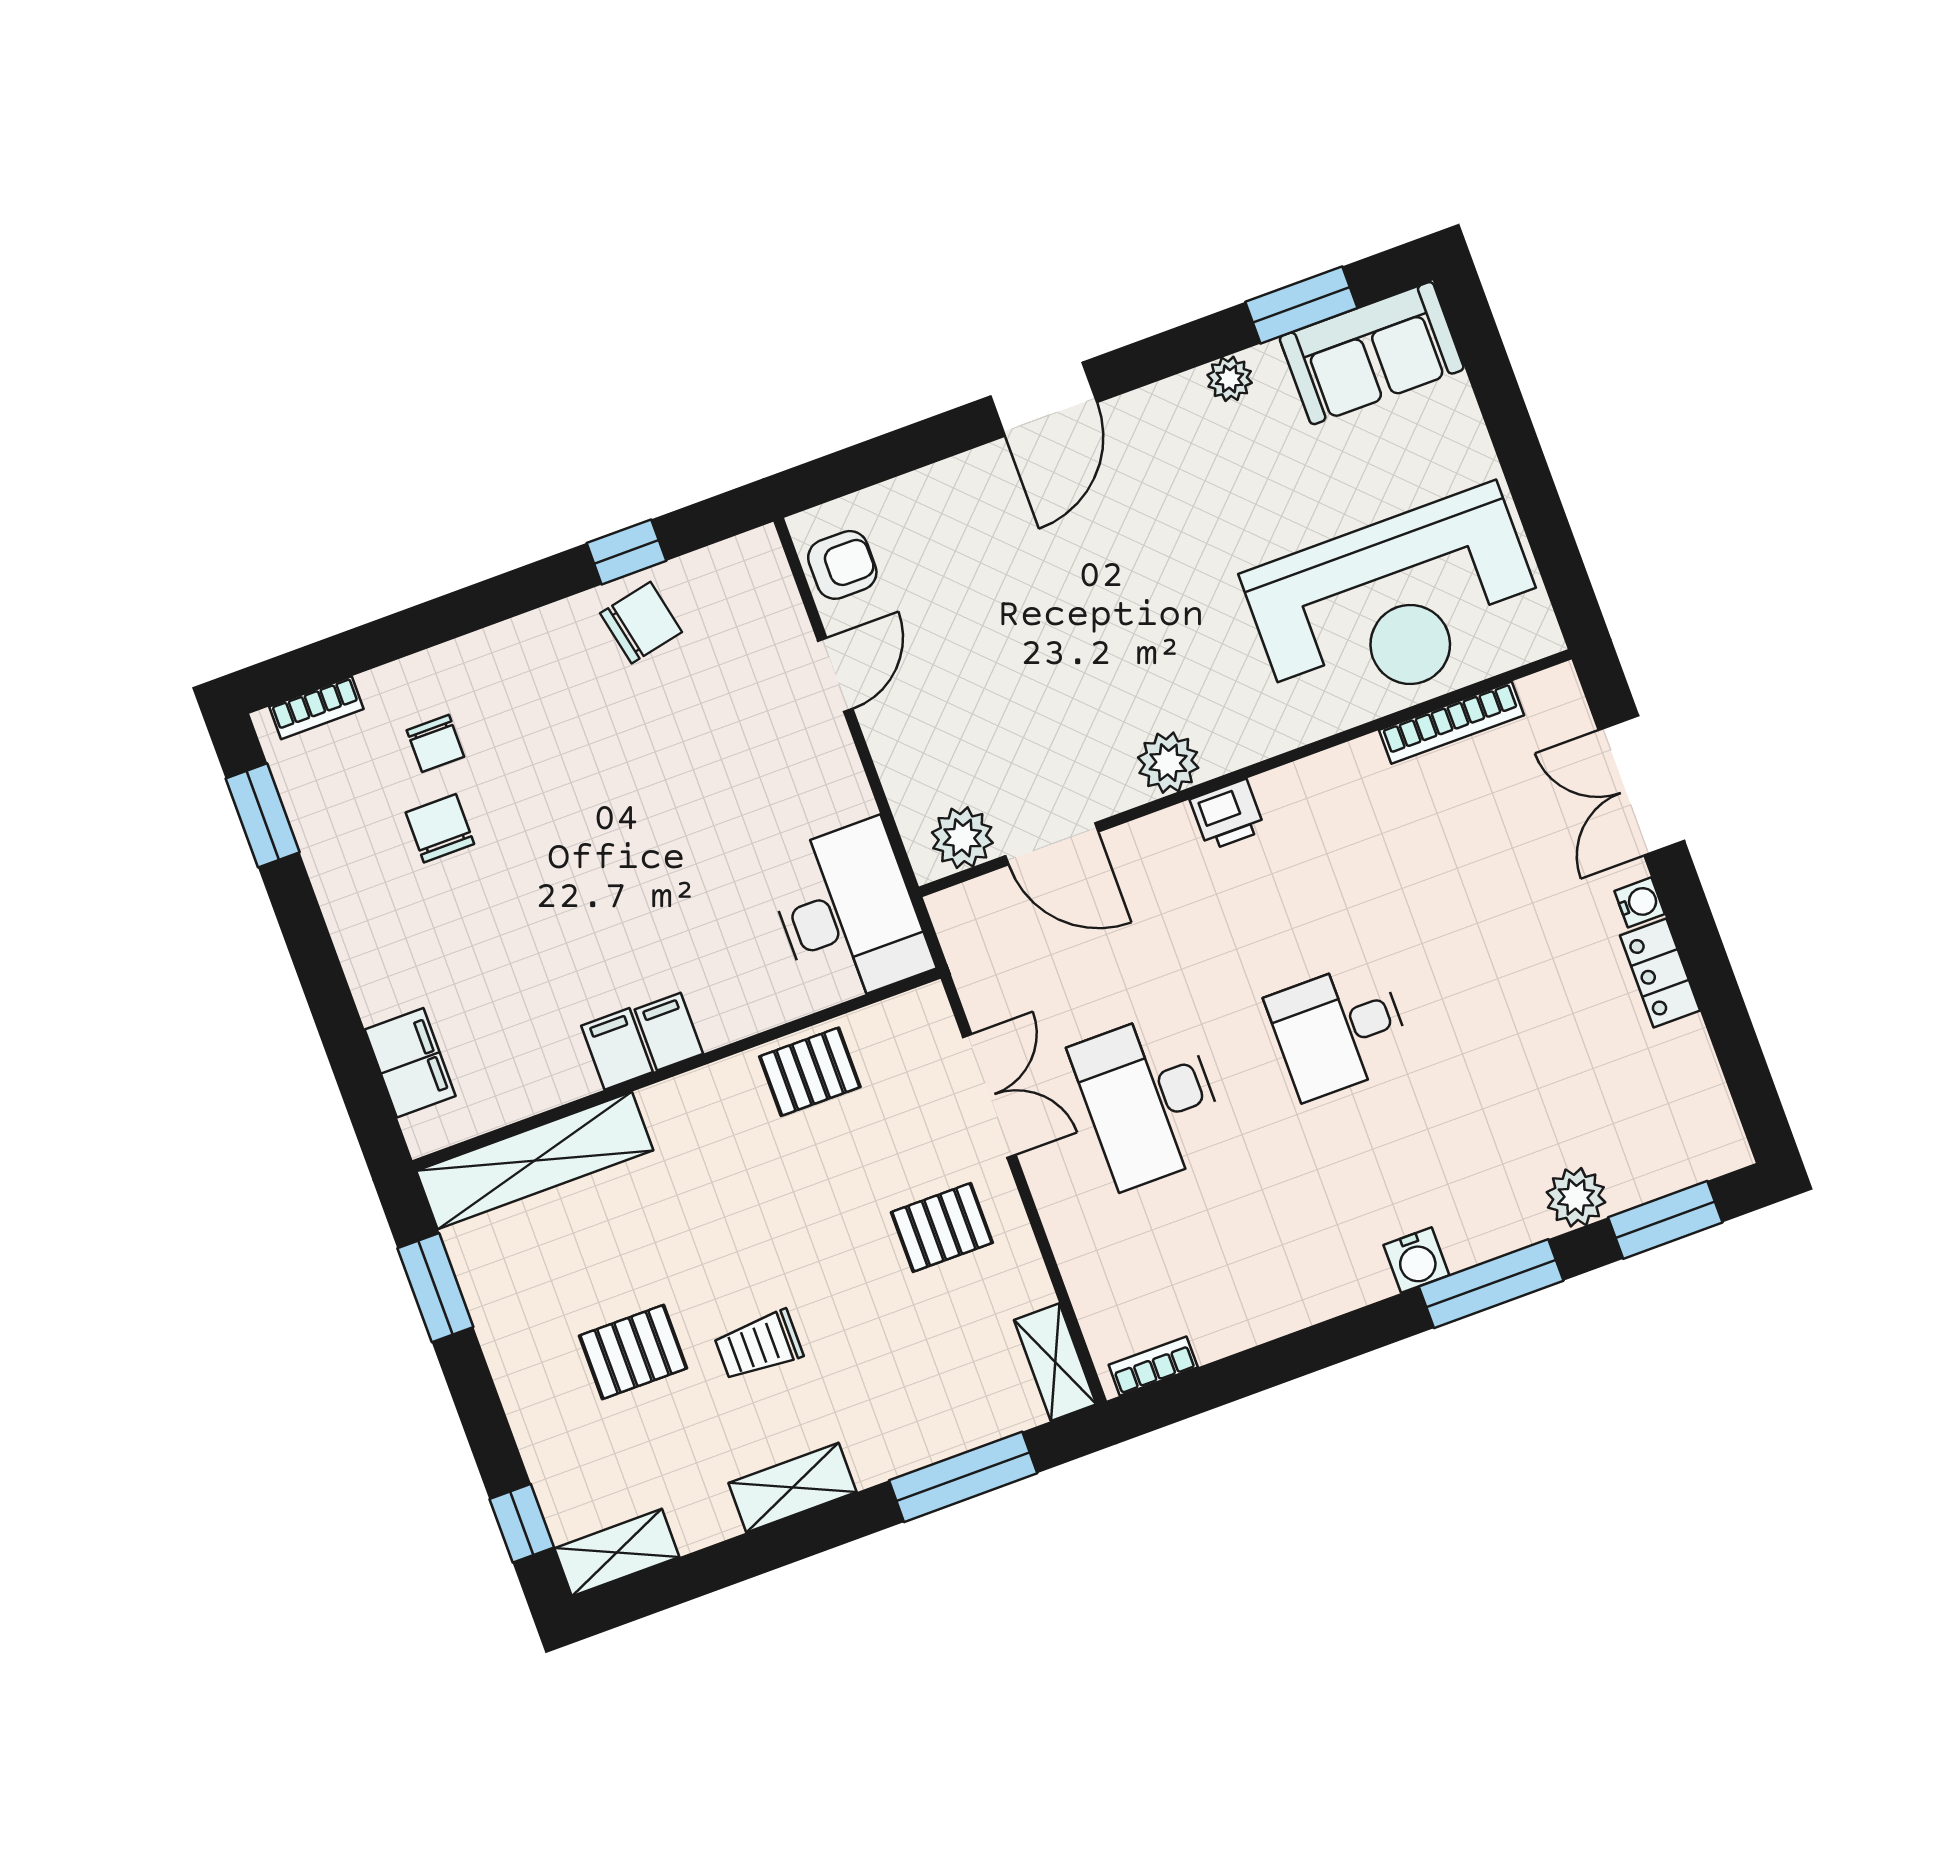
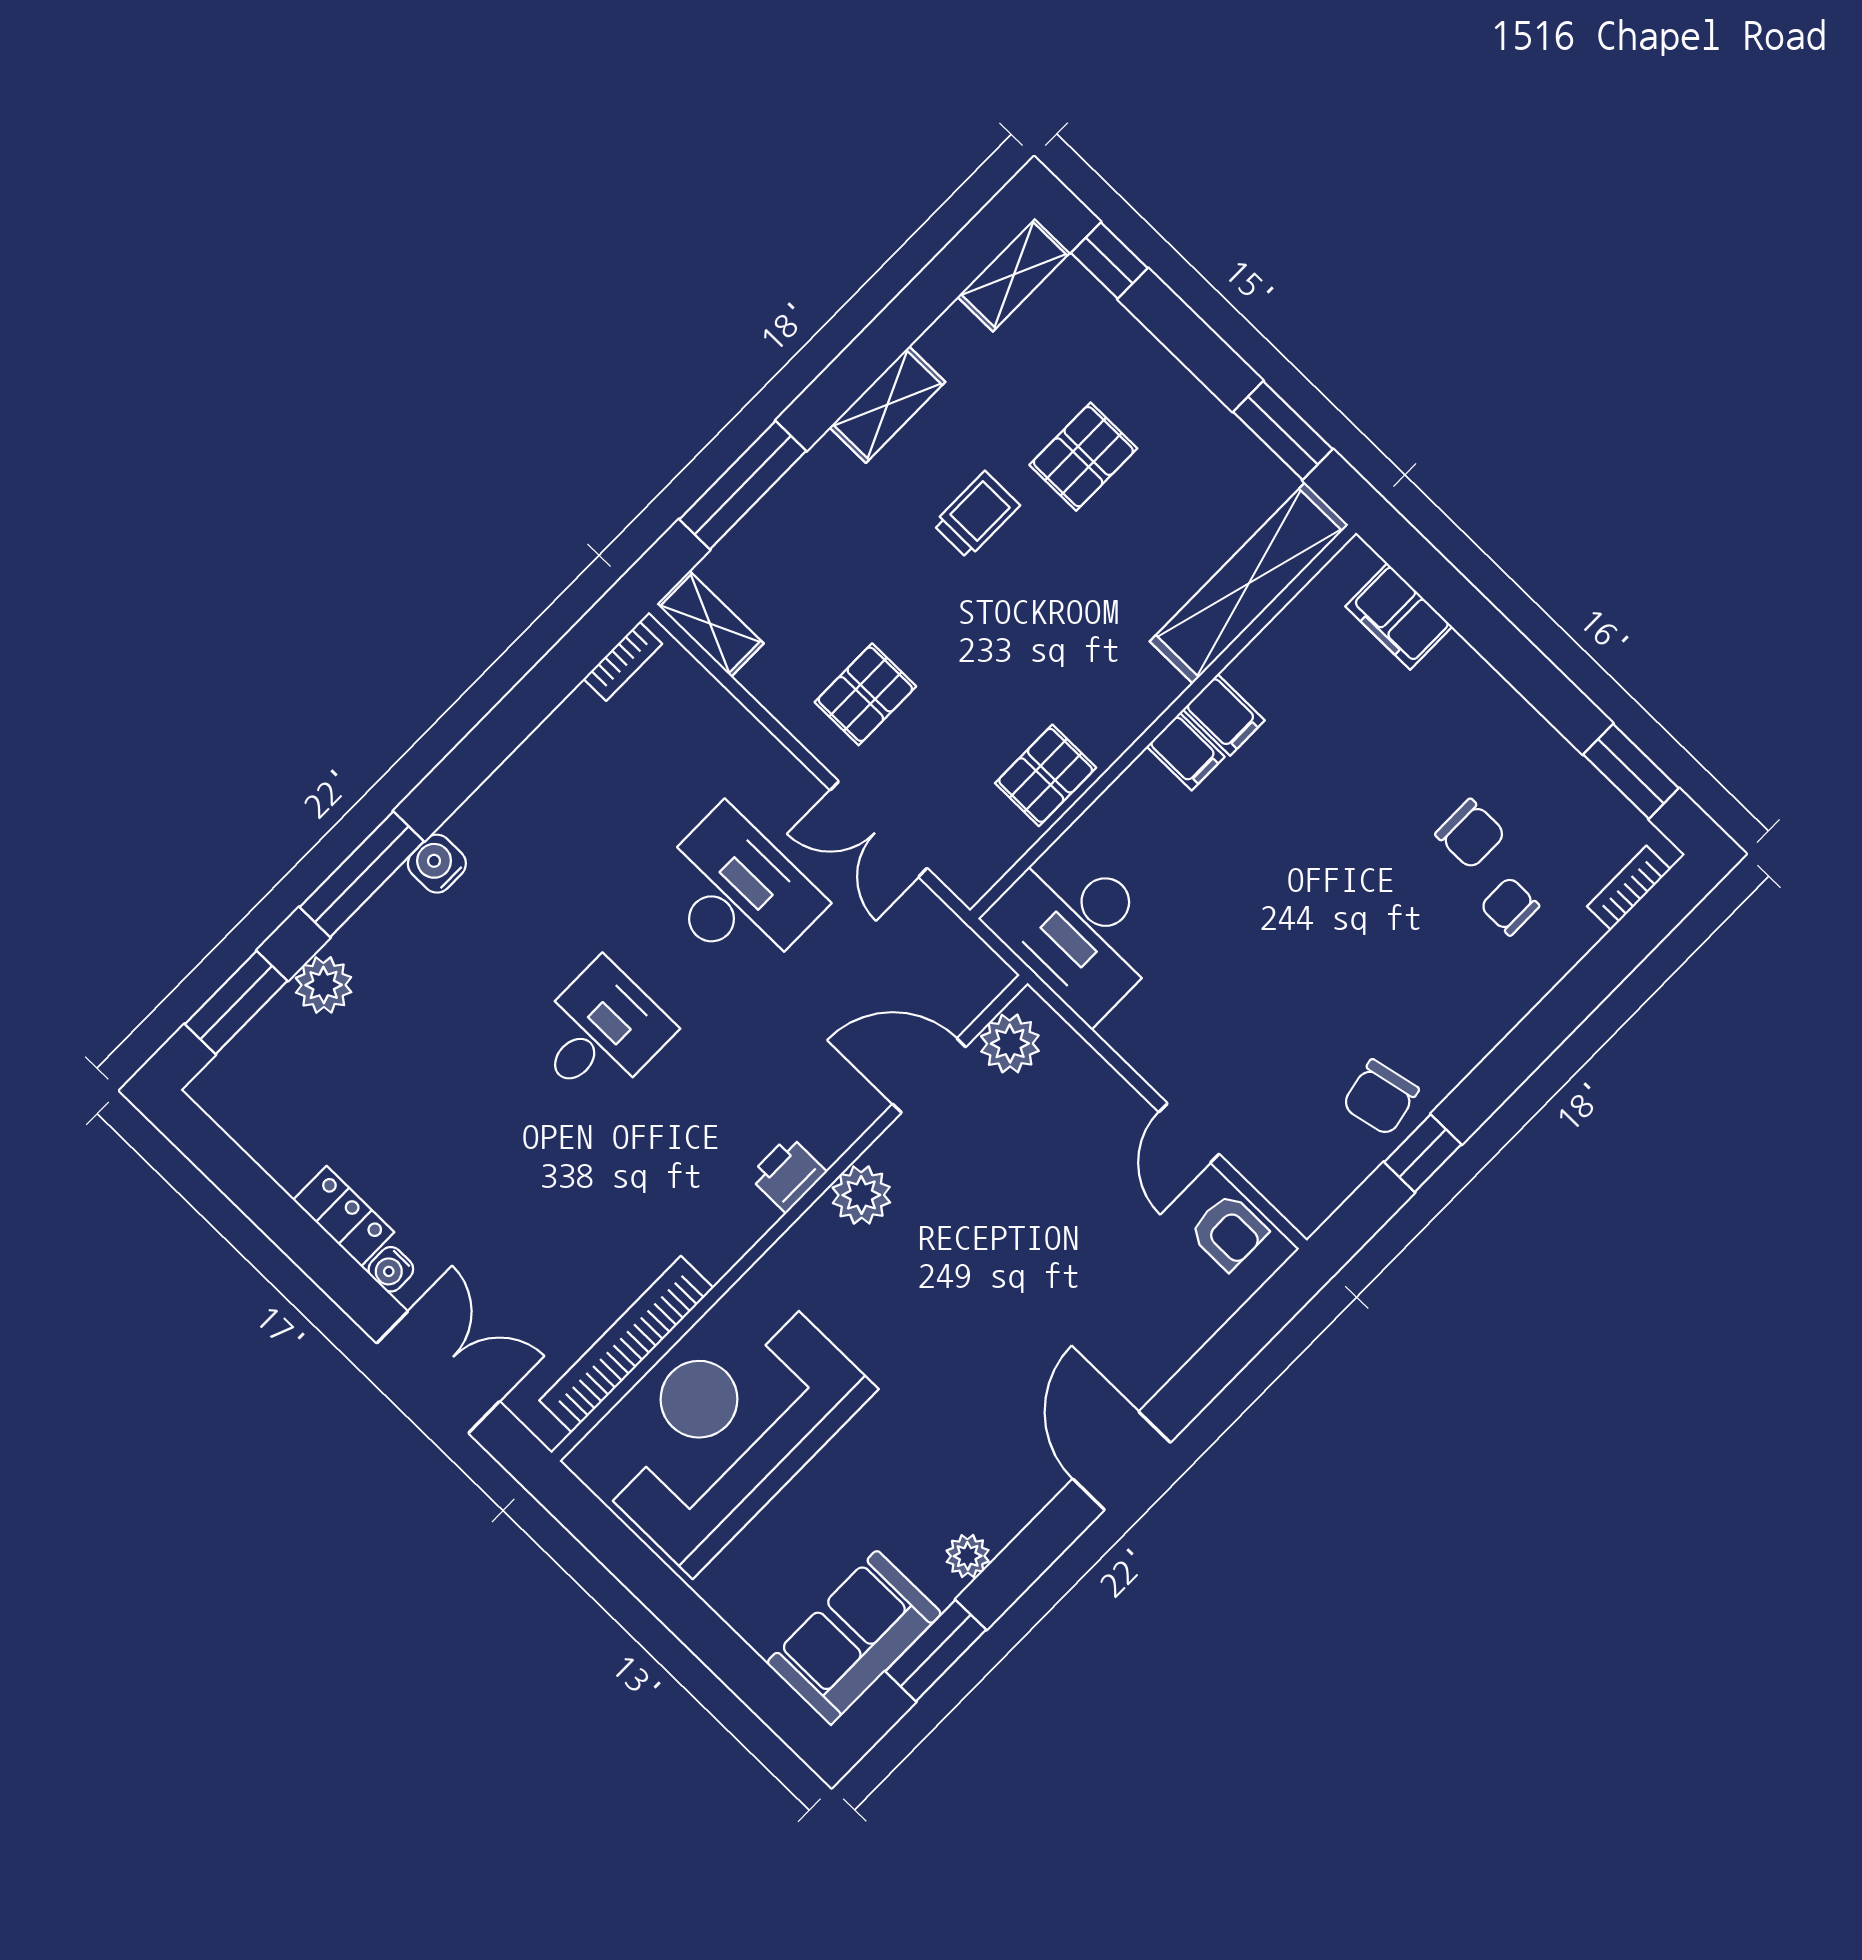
armchair: (842, 565) -> (1229, 1232), turned -90
bookcase: (1452, 723) -> (626, 1344), width x1.48, depth x1.31

